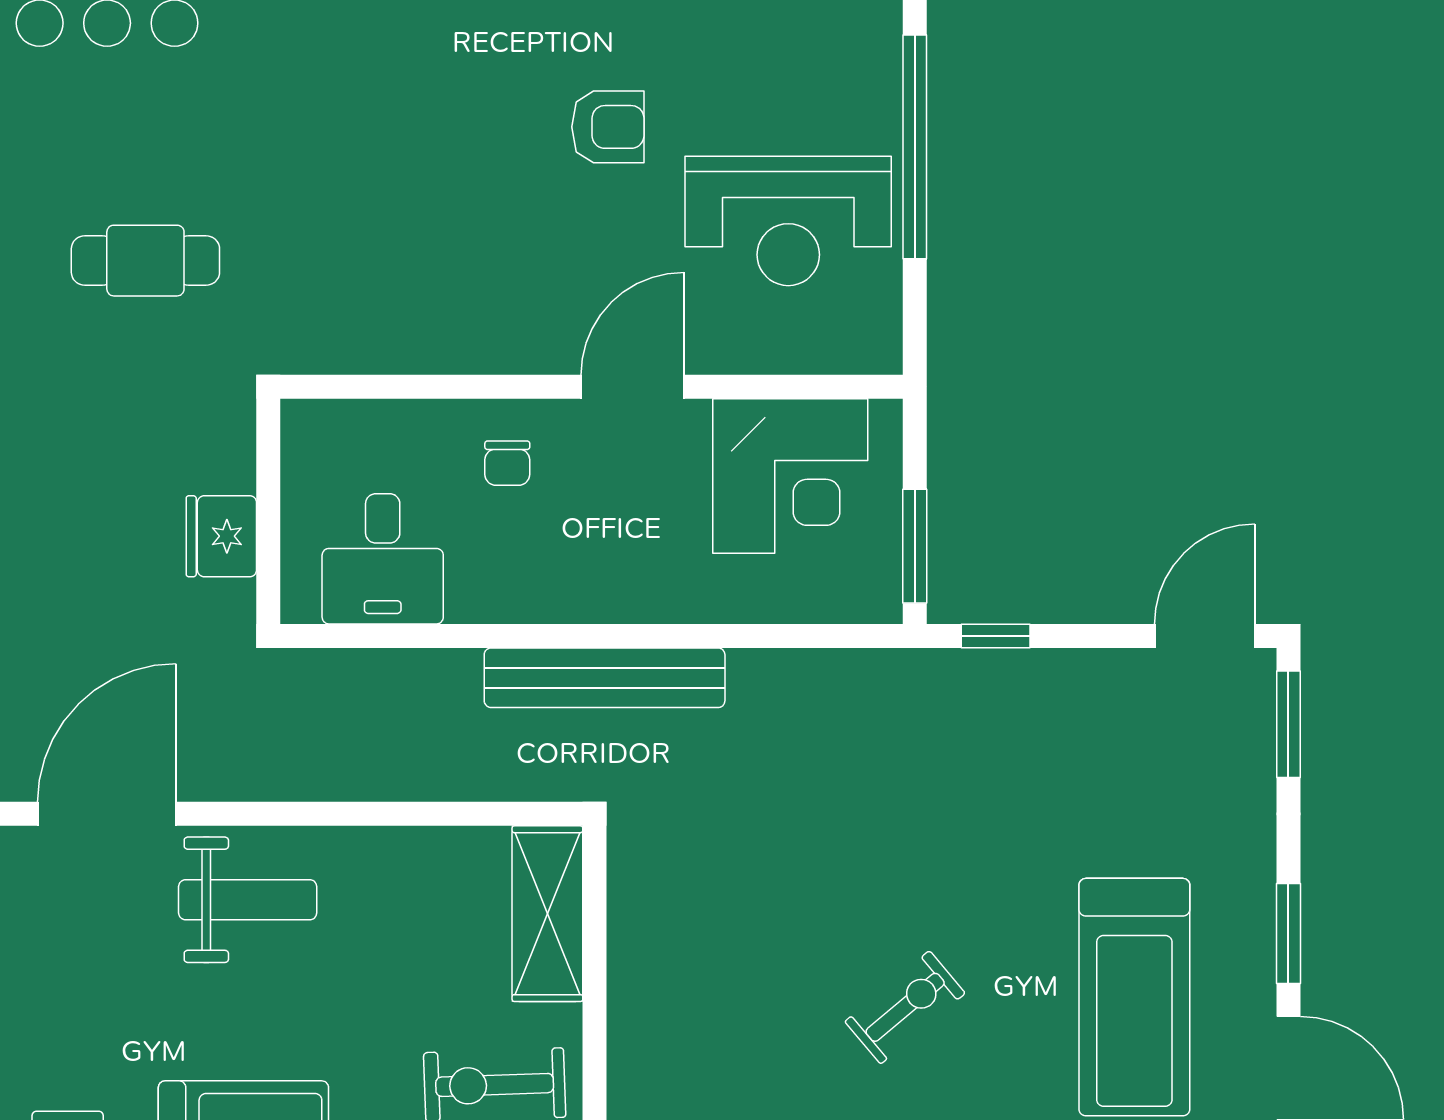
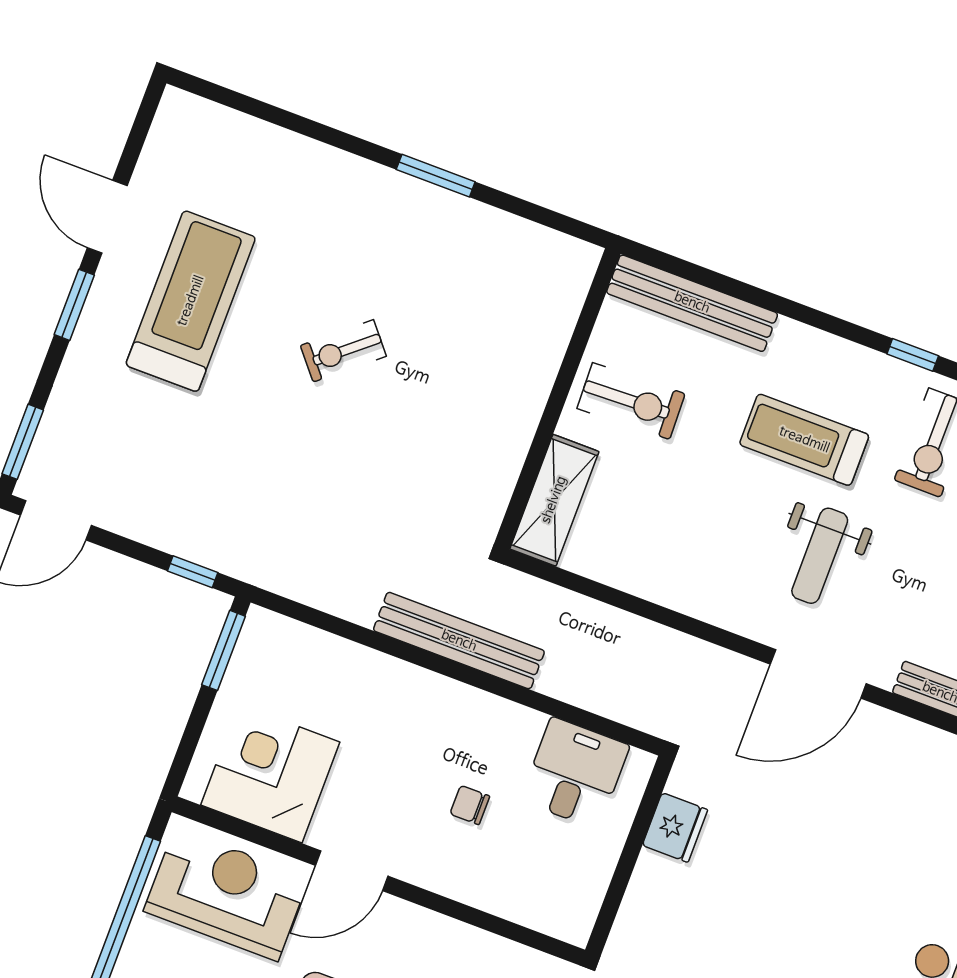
wall: (591, 387) -> (378, 881), moved
door: (632, 387) -> (352, 871), moved
chair: (507, 463) -> (470, 805), turned -90
corner desk: (790, 476) -> (270, 774), moved
weight bench: (248, 900) -> (820, 556), moved, turned -90

